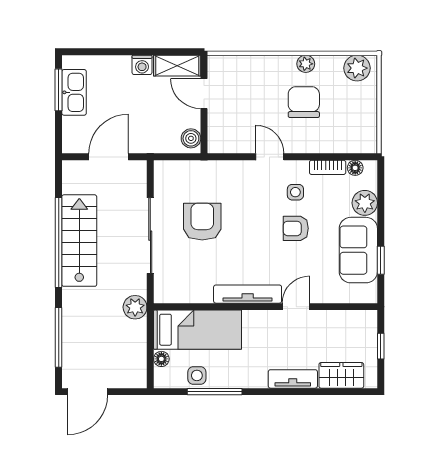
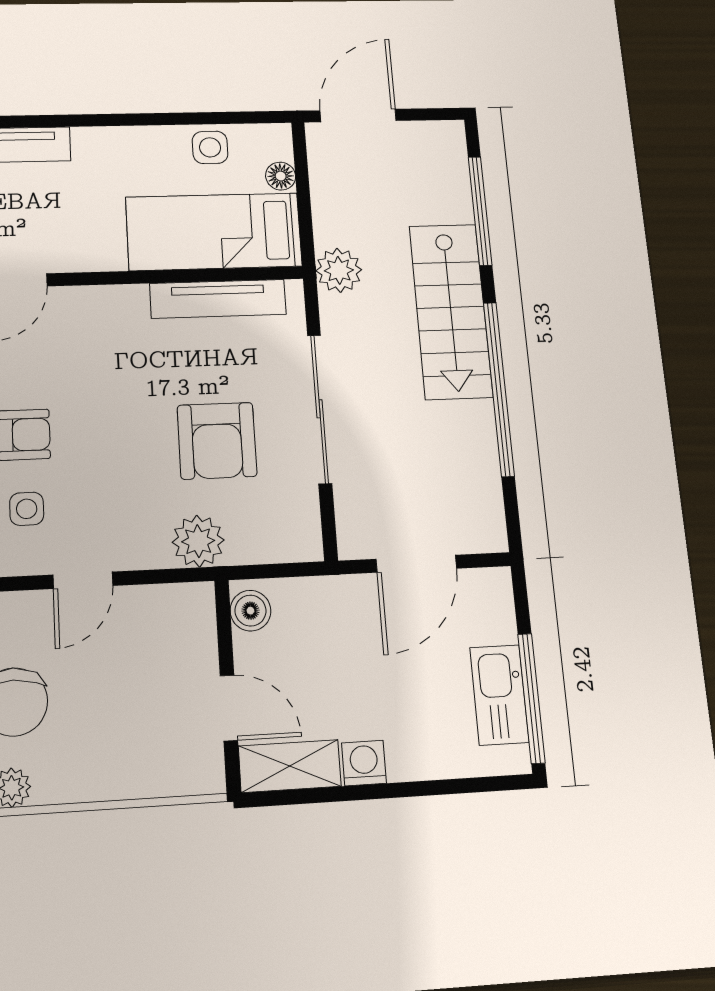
window: (59, 90) -> (531, 698), width x1.44
door: (270, 157) -> (83, 580), hinge flipped
plant: (214, 173) -> (198, 541), added
stairs: (79, 241) -> (451, 311), moved
tv unit: (248, 294) -> (218, 299), moved
door: (88, 392) -> (358, 116), moved
window: (215, 392) -> (174, 119), removed

